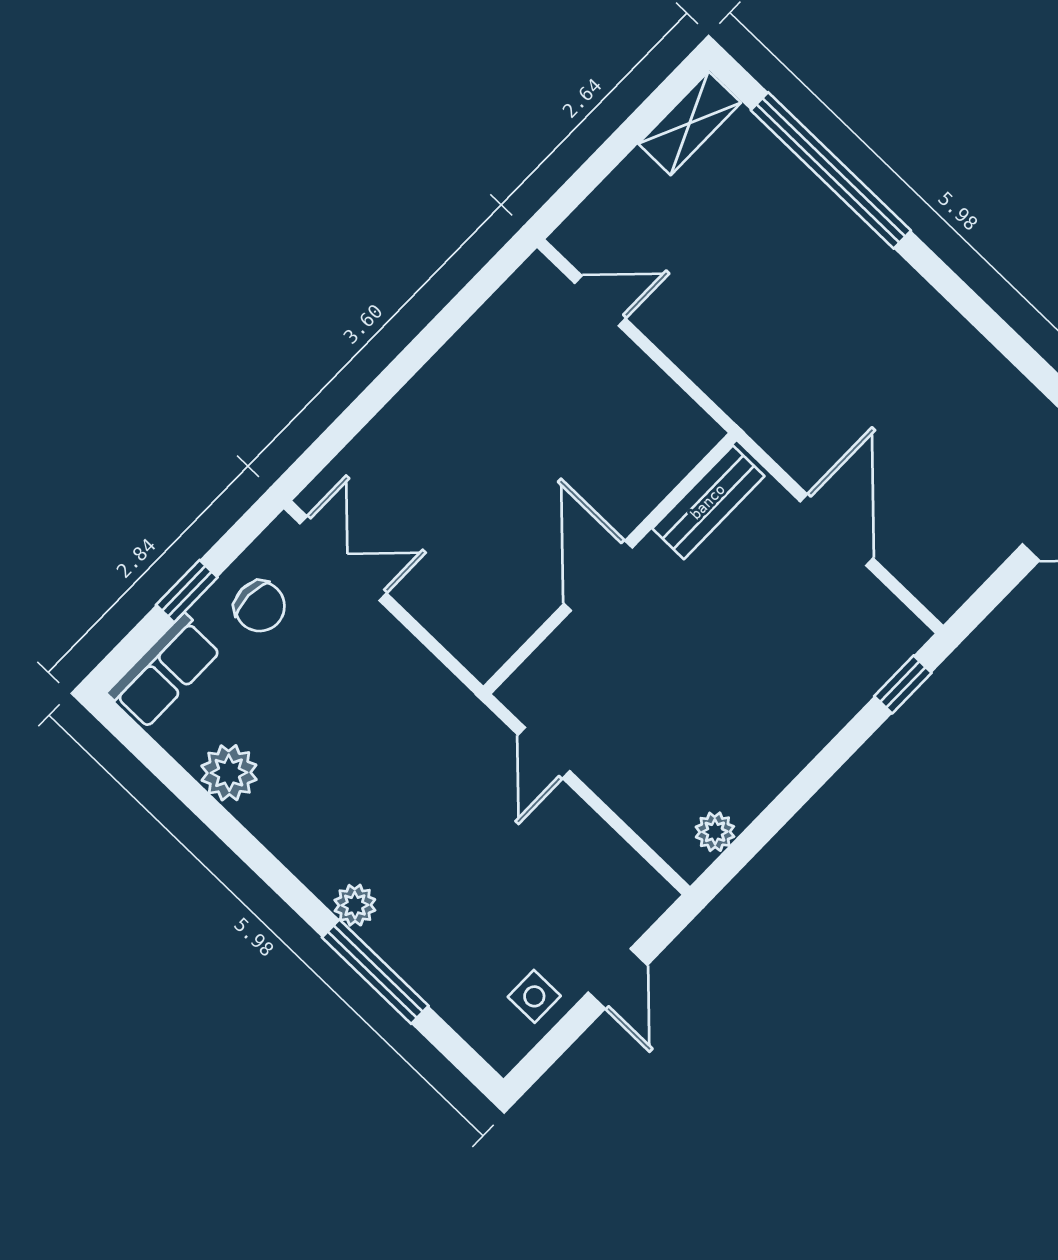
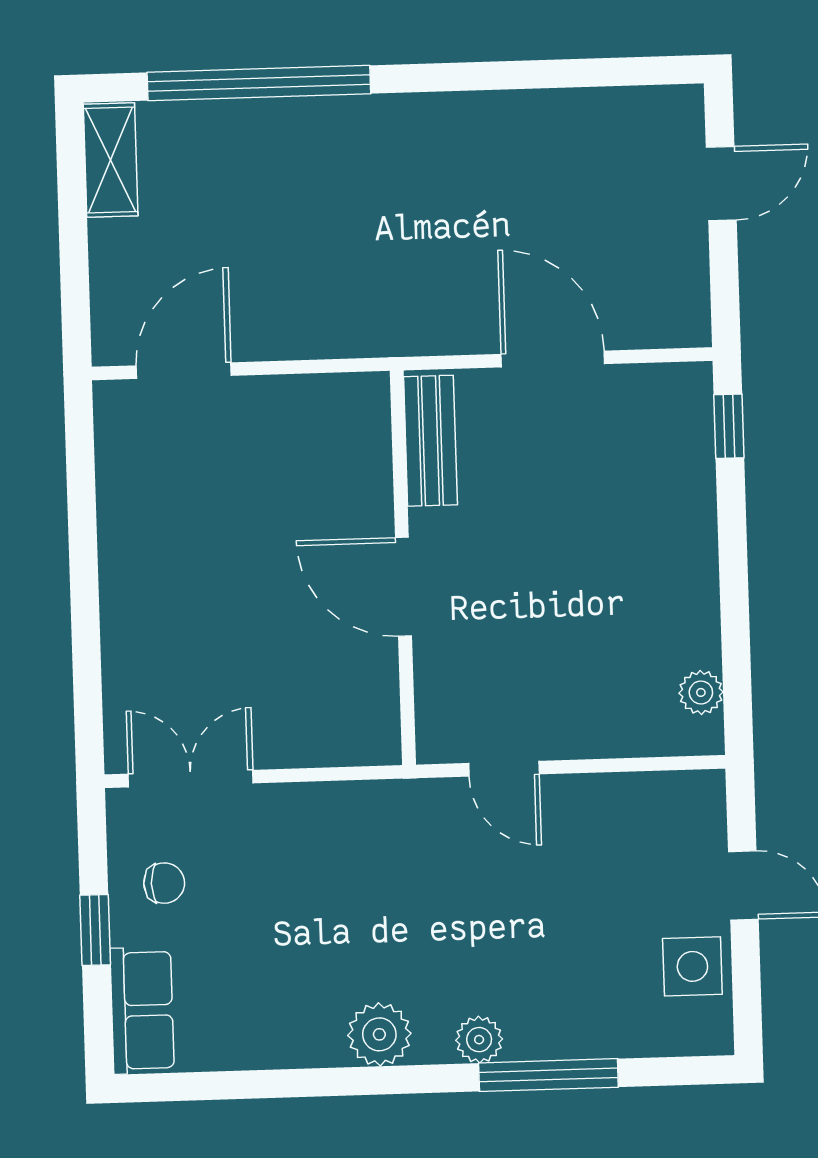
door: (600, 301) -> (184, 371), width x1.38
chair: (260, 606) -> (164, 883), width x0.73, depth x0.73
plant: (229, 773) -> (379, 1034), moved
side table: (534, 996) -> (692, 966), width x1.37, depth x1.37

